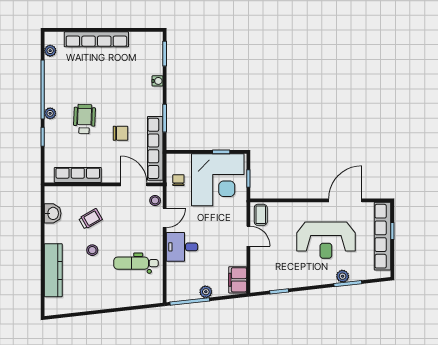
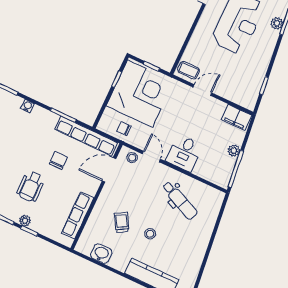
plant: (50, 113) -> (25, 221), moved
wheelchair: (84, 119) -> (31, 186), turned -92
dental chair: (136, 263) -> (180, 200), turned -66

